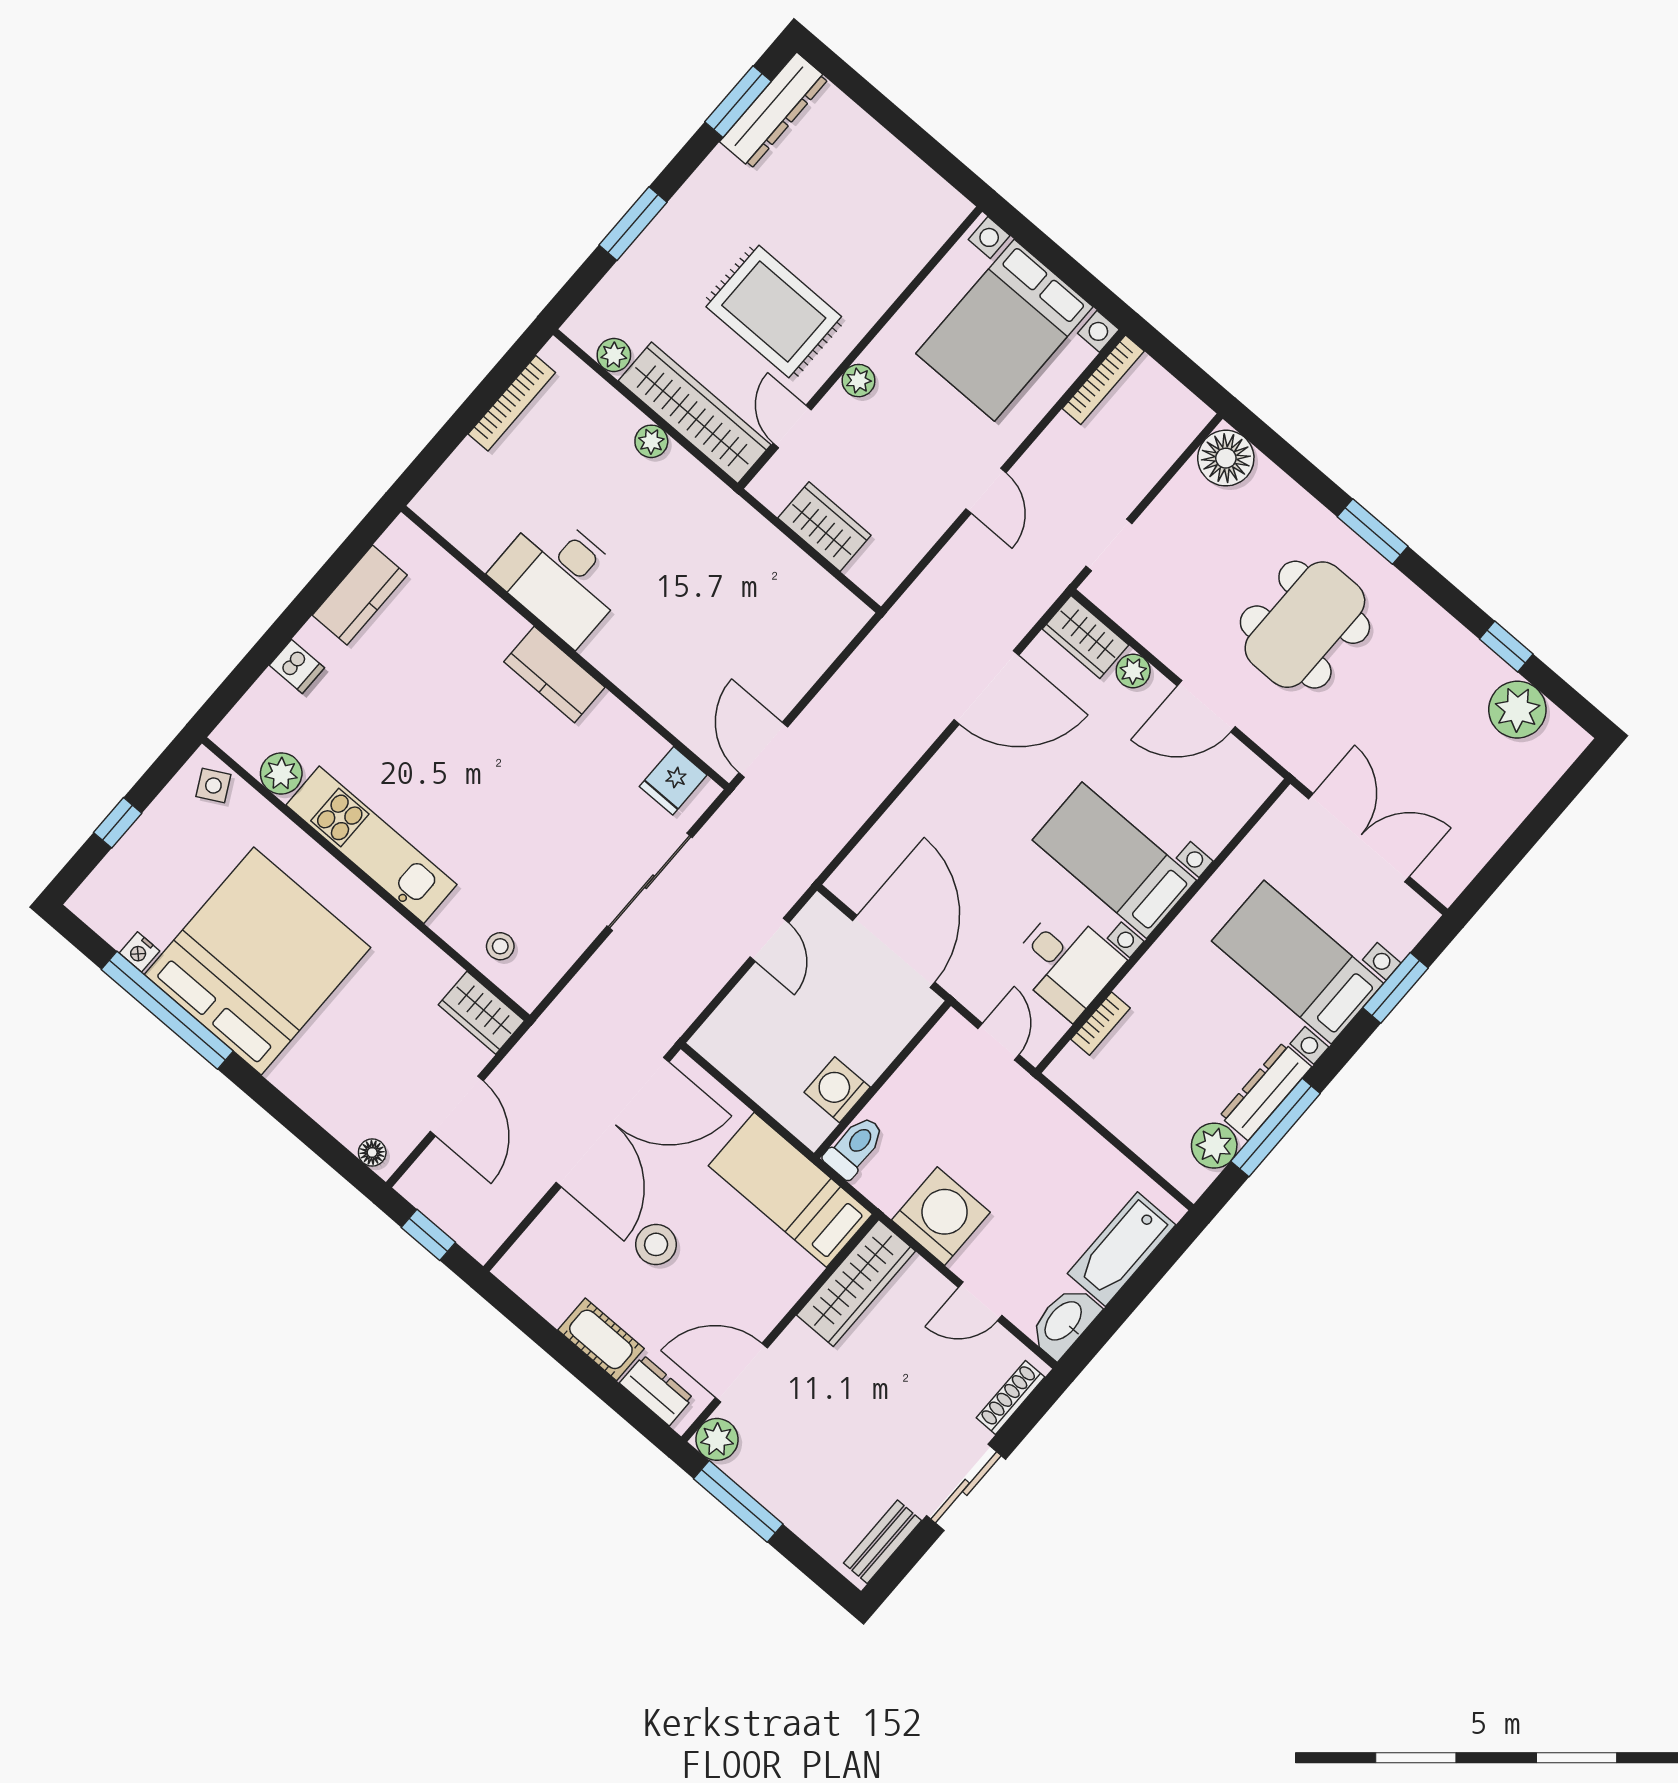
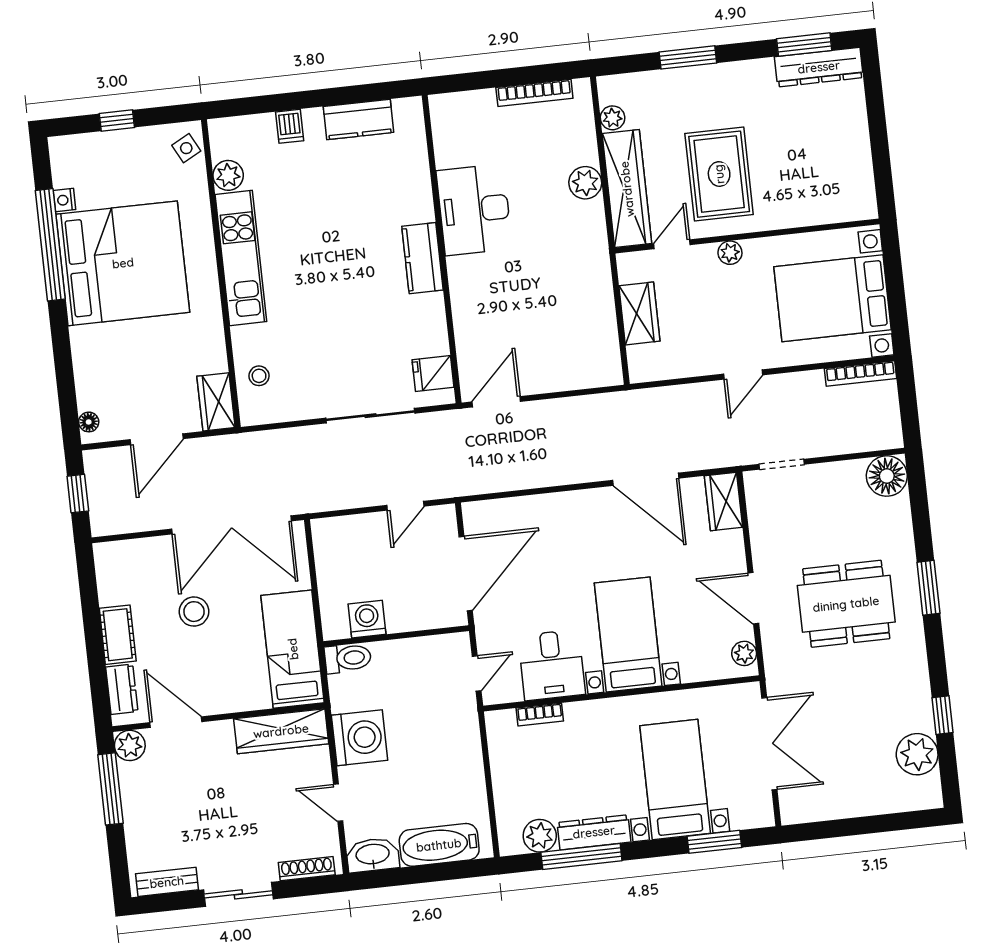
plant: (651, 441) -> (585, 183), width x1.38, depth x1.38
plant: (1133, 671) -> (744, 653), moved

